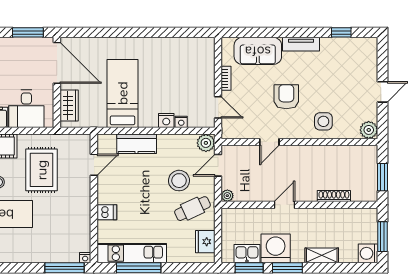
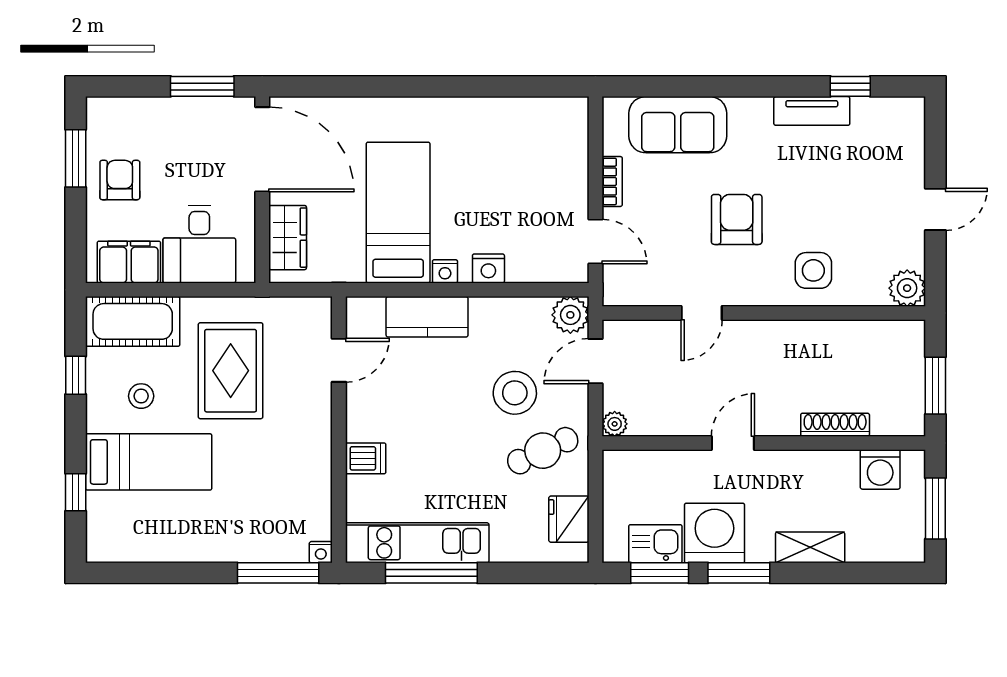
tv unit: (301, 44) -> (812, 111), moved
nightstand: (181, 122) -> (445, 271), moved
washing machine: (368, 253) -> (880, 469), moved, turned -90

